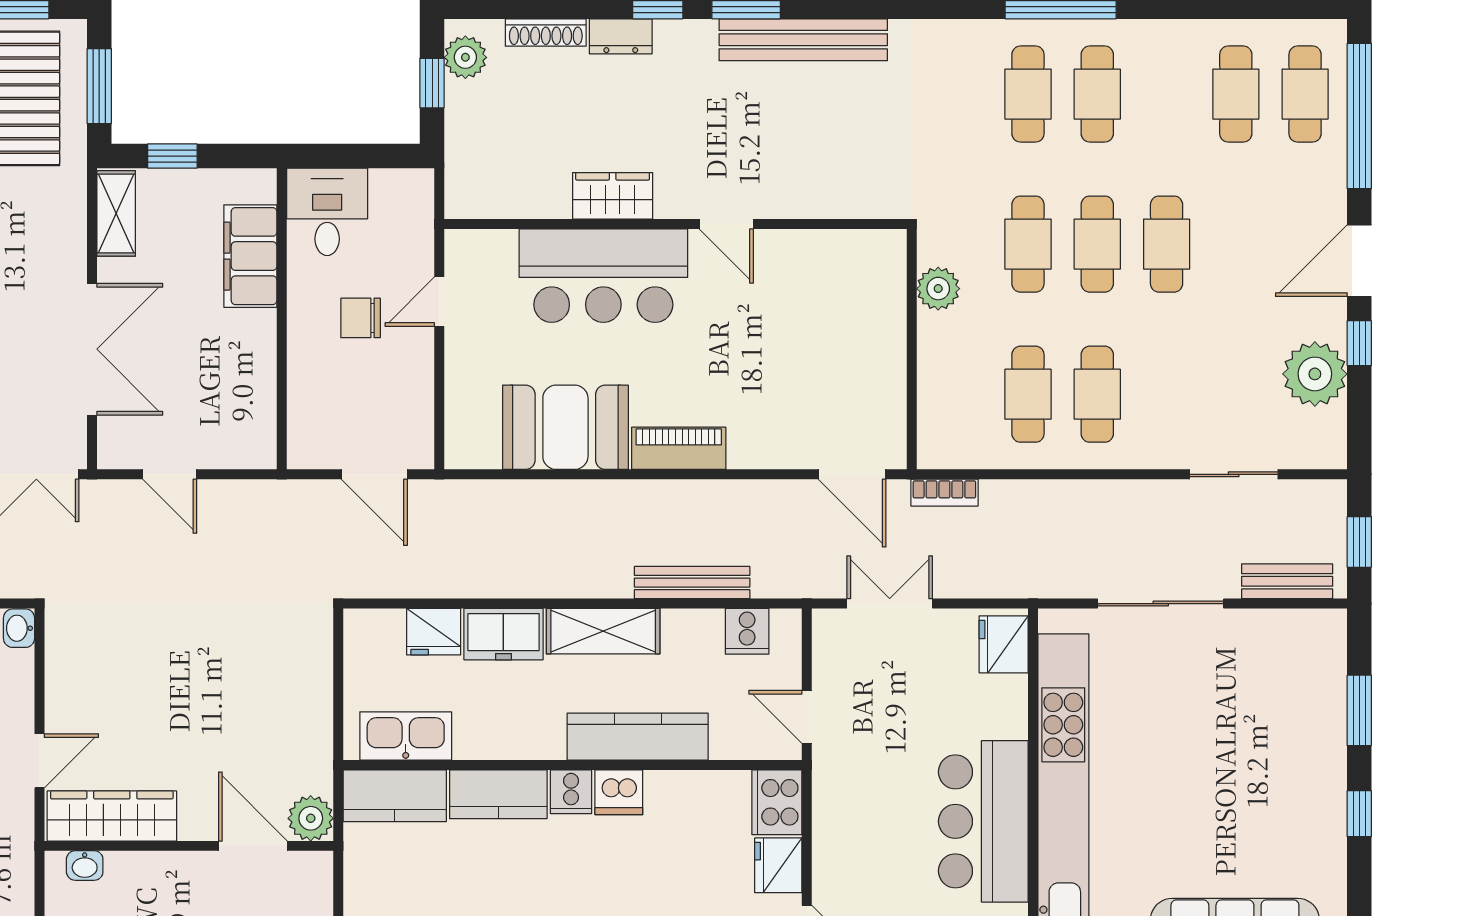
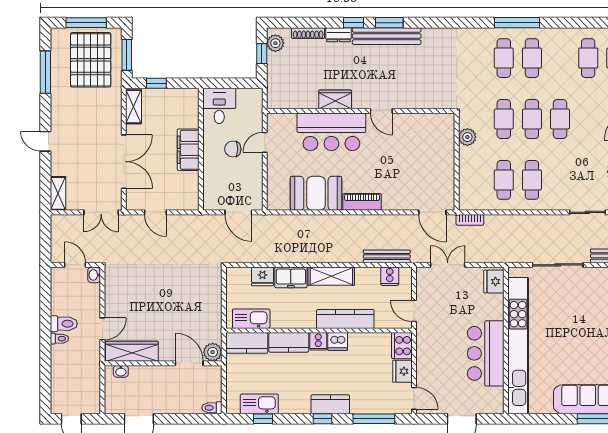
bench: (803, 40) -> (387, 36), moved
filing cabinet: (250, 256) -> (188, 150), moved
bench: (692, 583) -> (387, 256), moved

